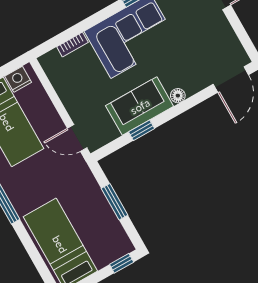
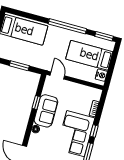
window: (102, 15) -> (94, 131), added
door: (77, 138) -> (57, 75), hinge flipped

